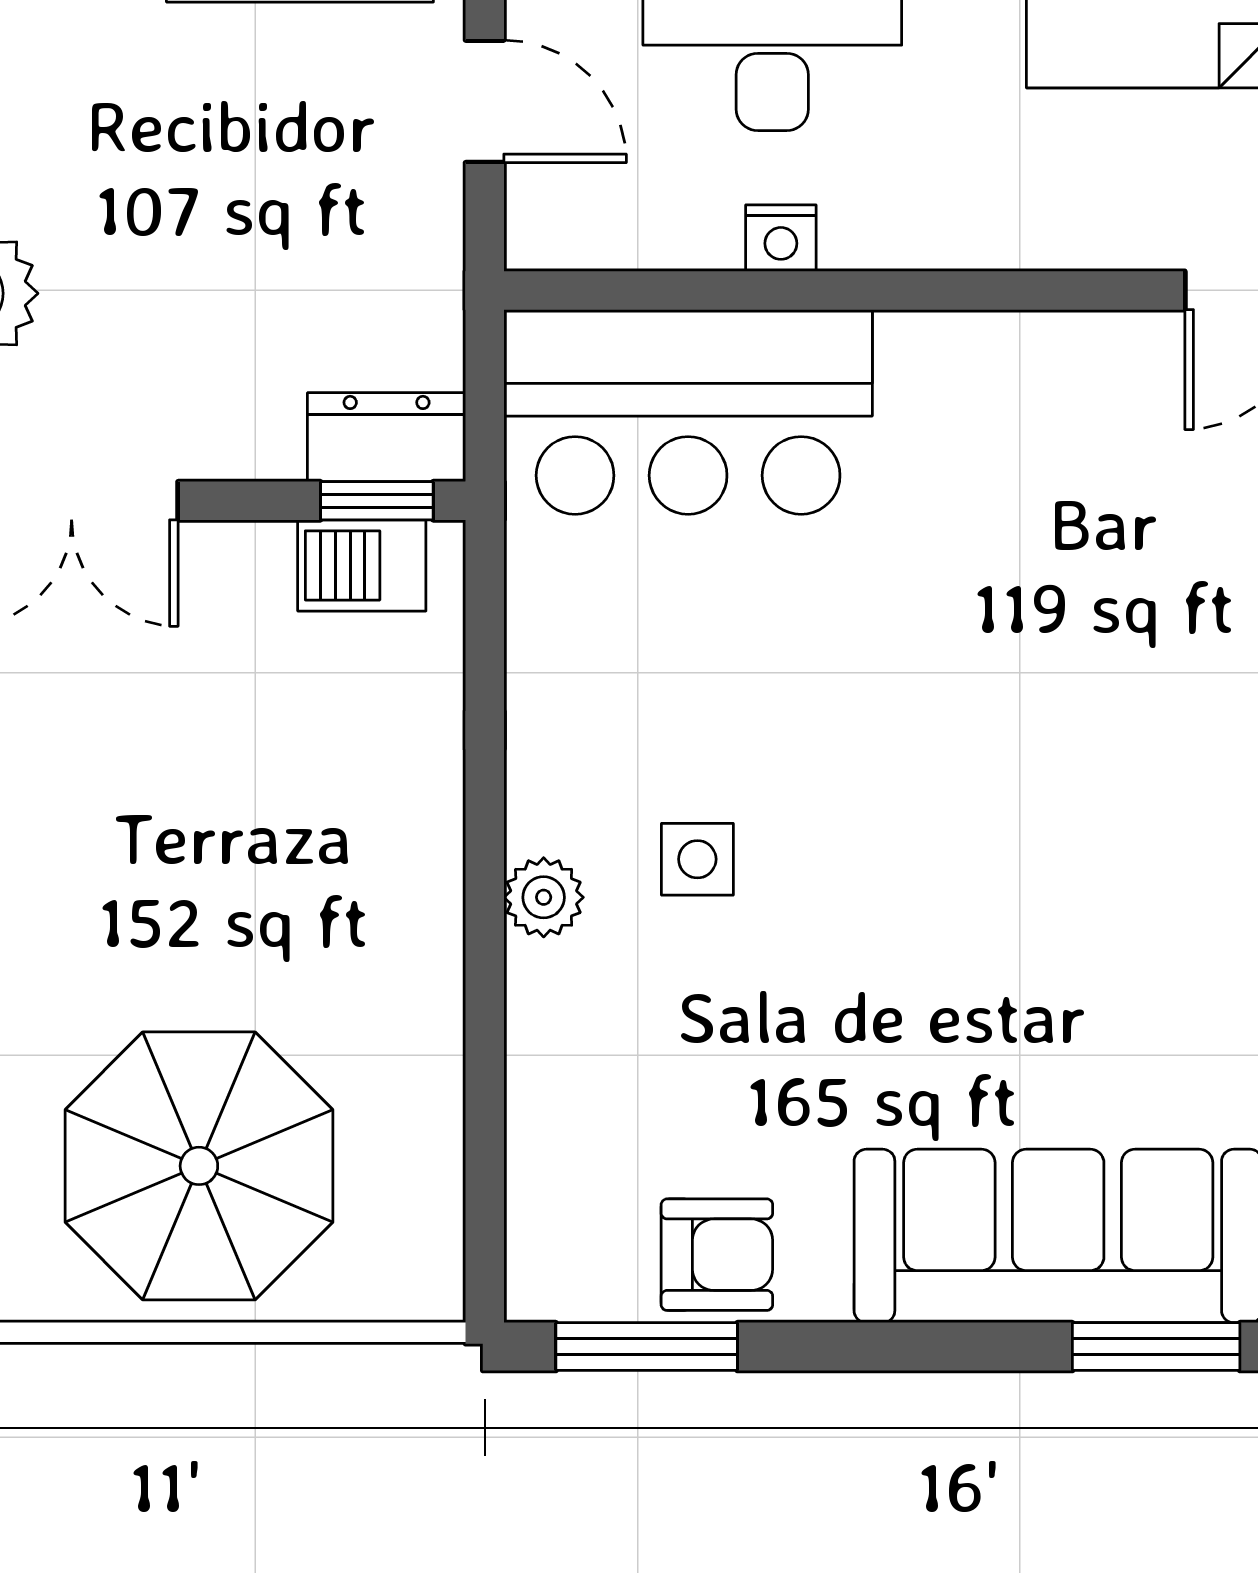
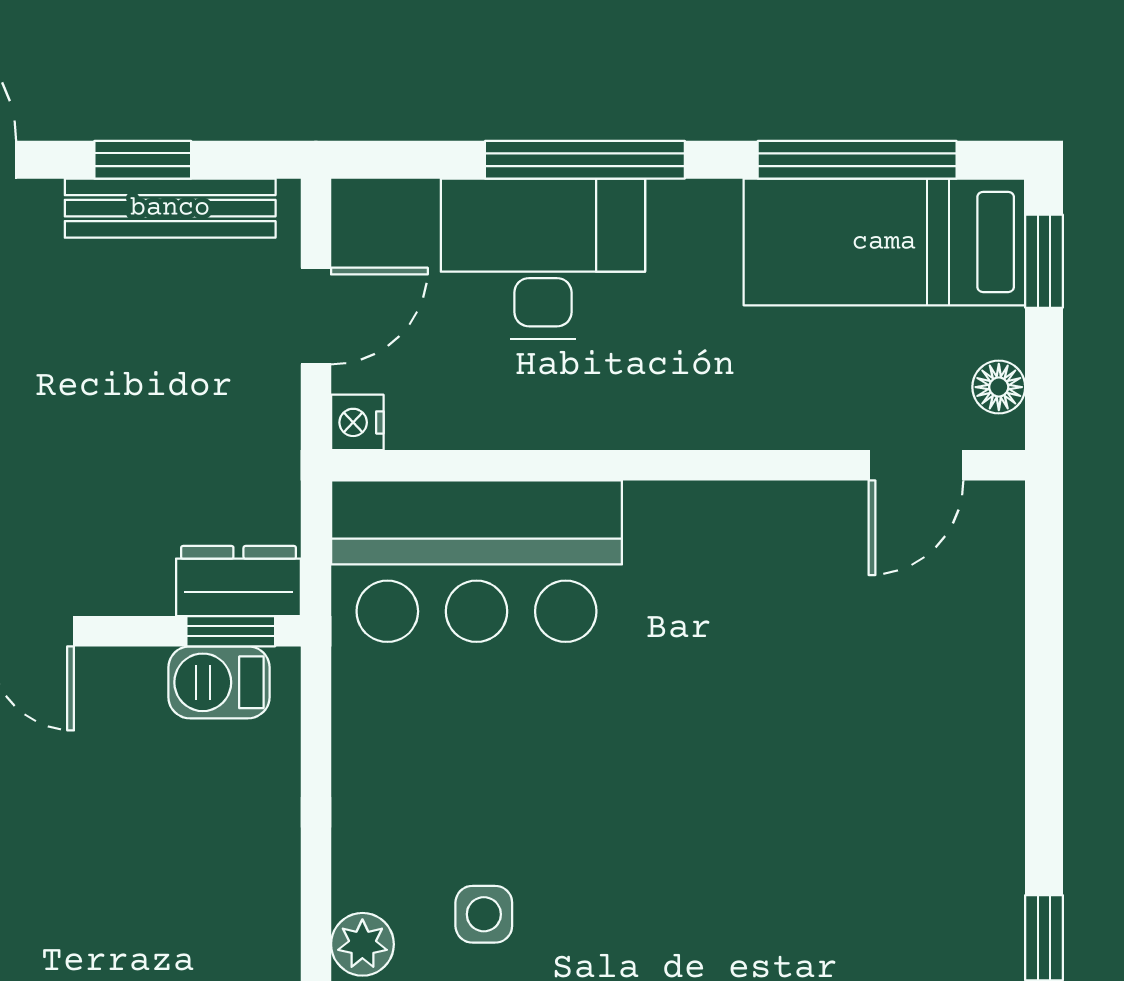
door: (485, 101) -> (316, 316), hinge flipped
nightstand: (781, 238) -> (357, 422), moved, turned 90

